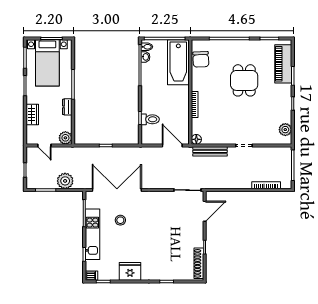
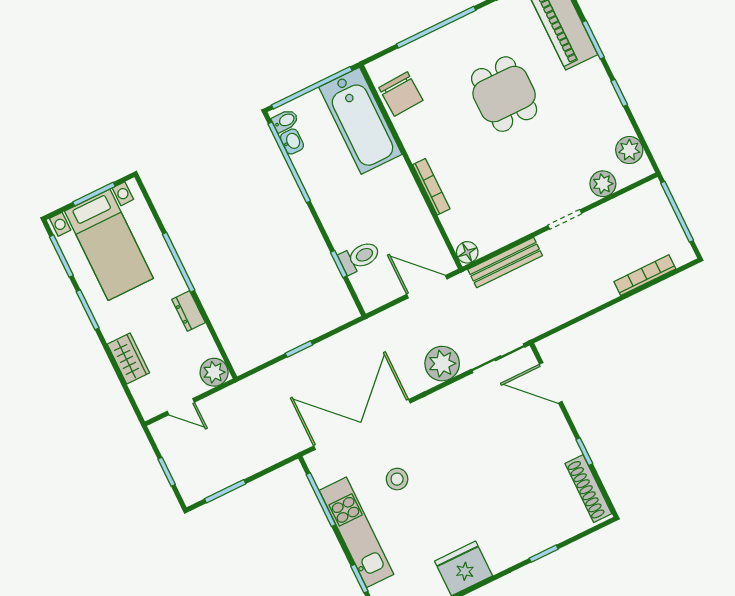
plant: (267, 138) -> (603, 184), added
plant: (65, 181) -> (442, 364), moved
door: (205, 211) -> (551, 383), swing flipped

